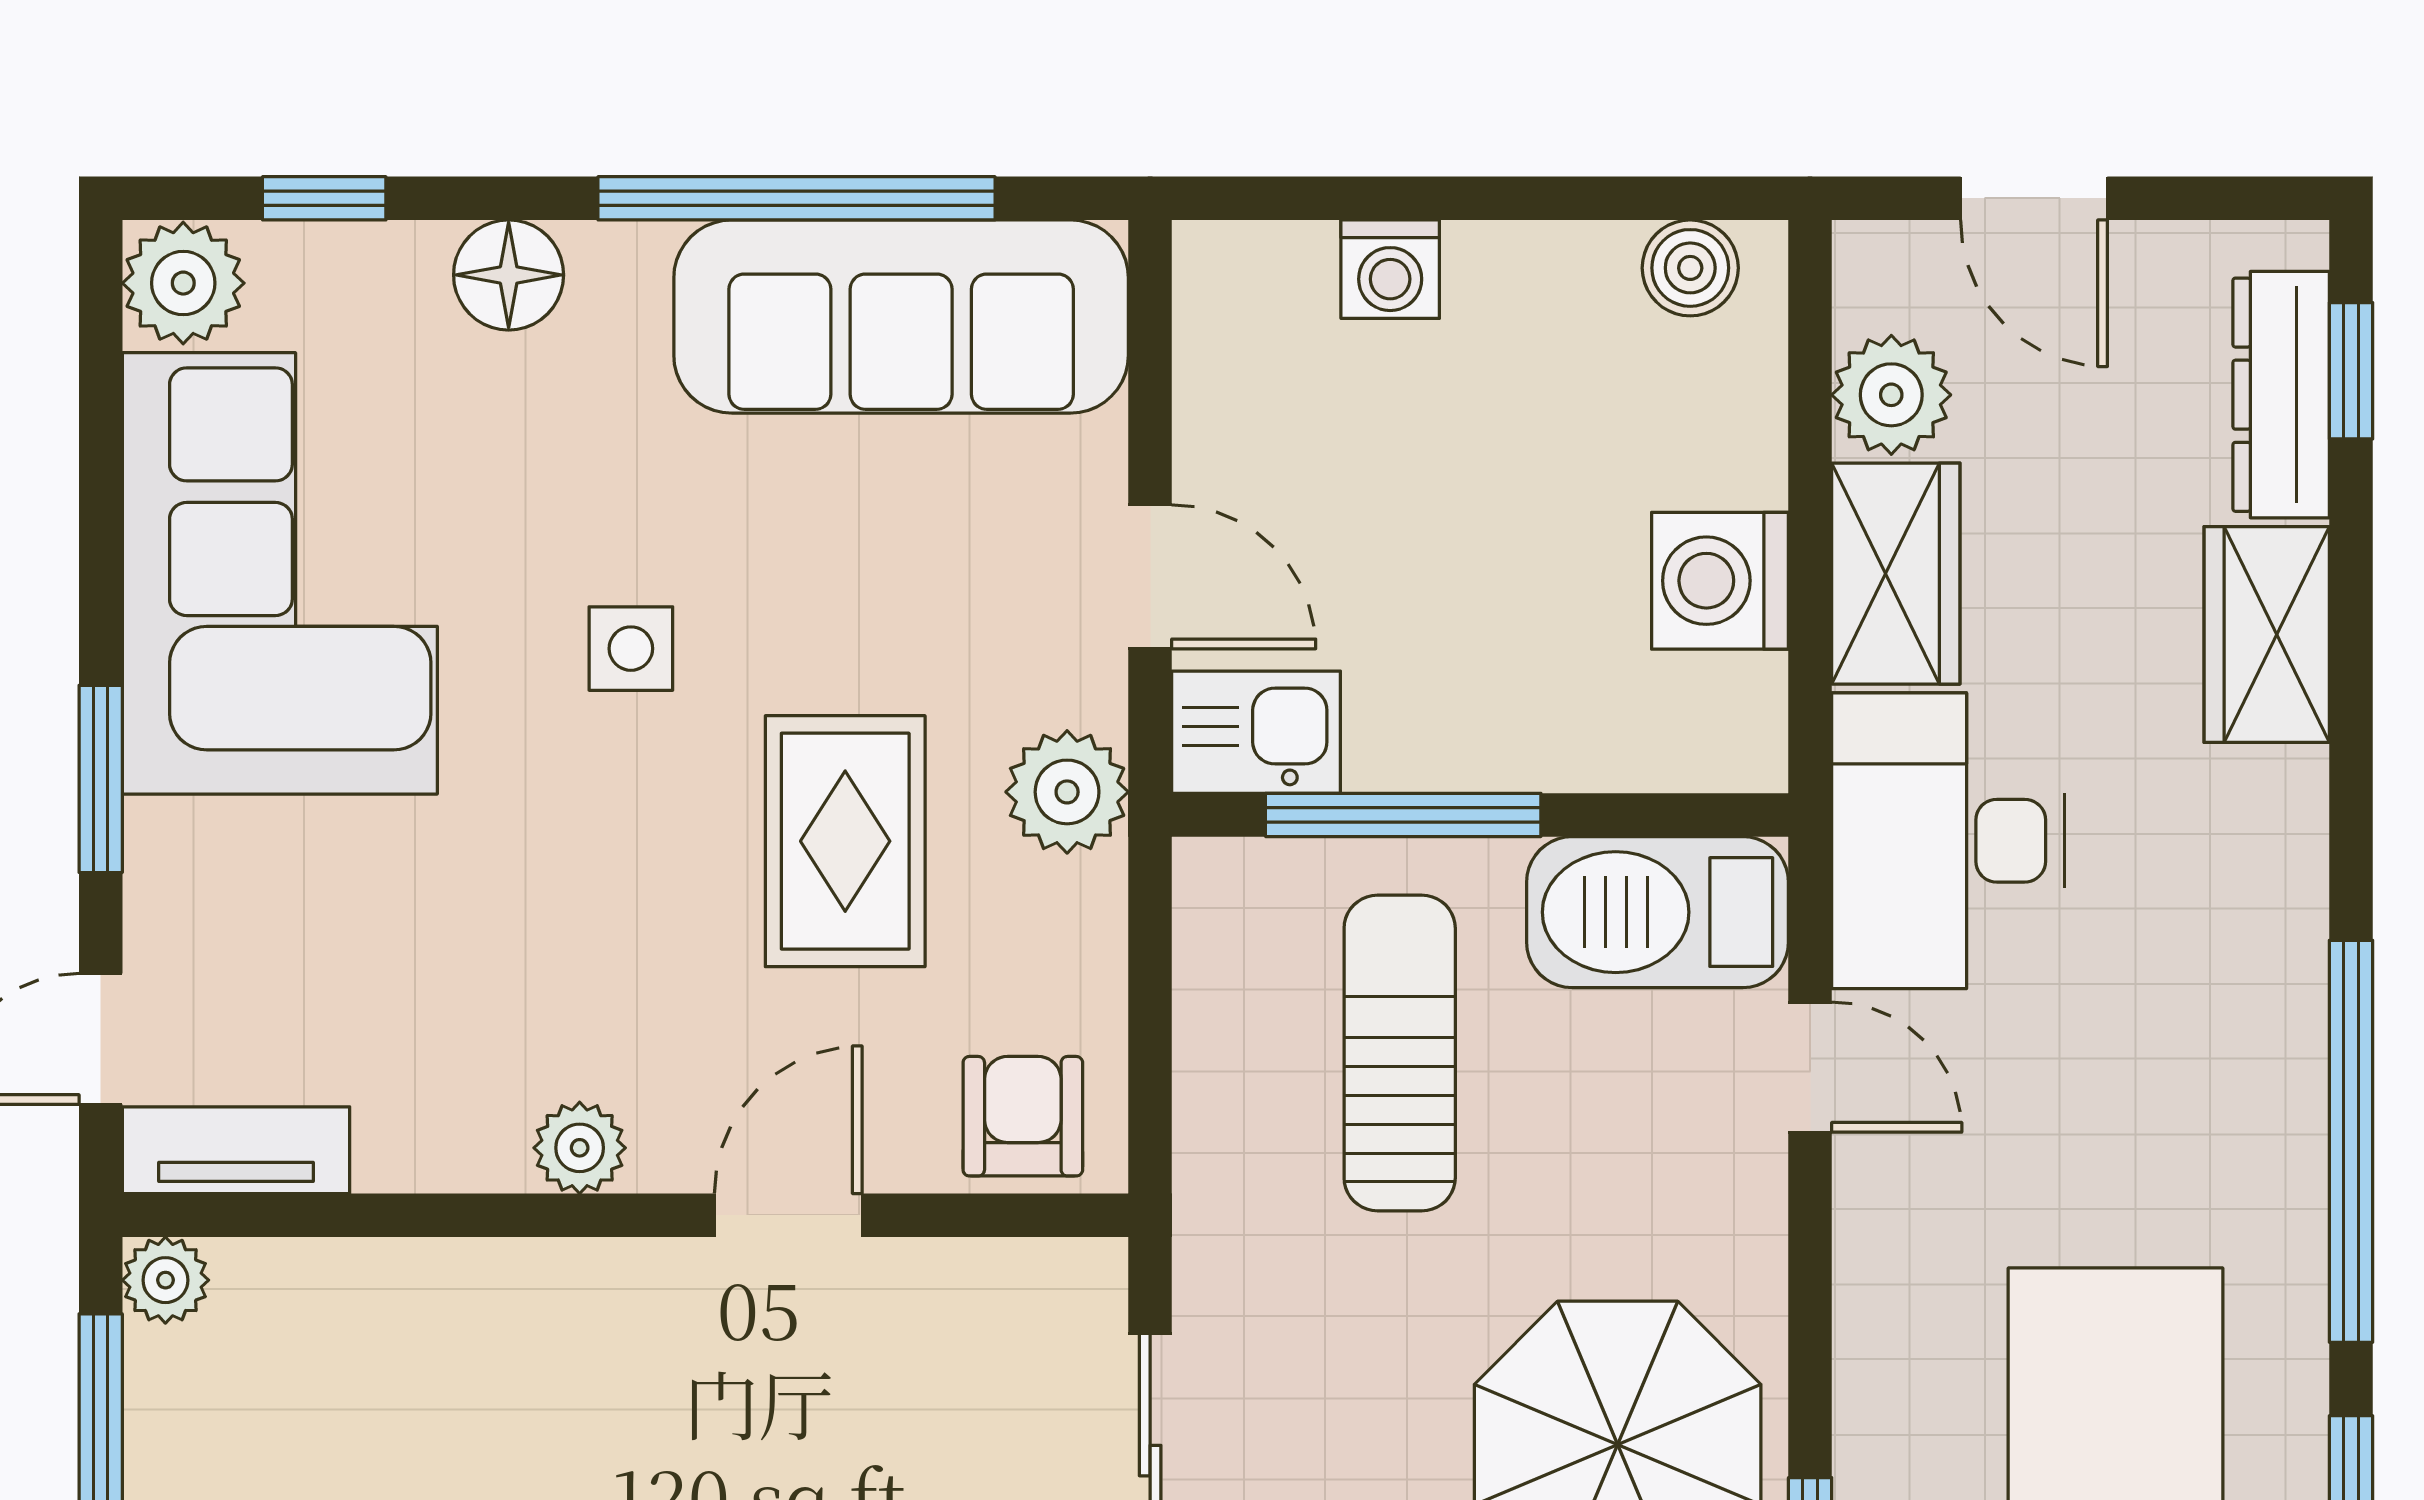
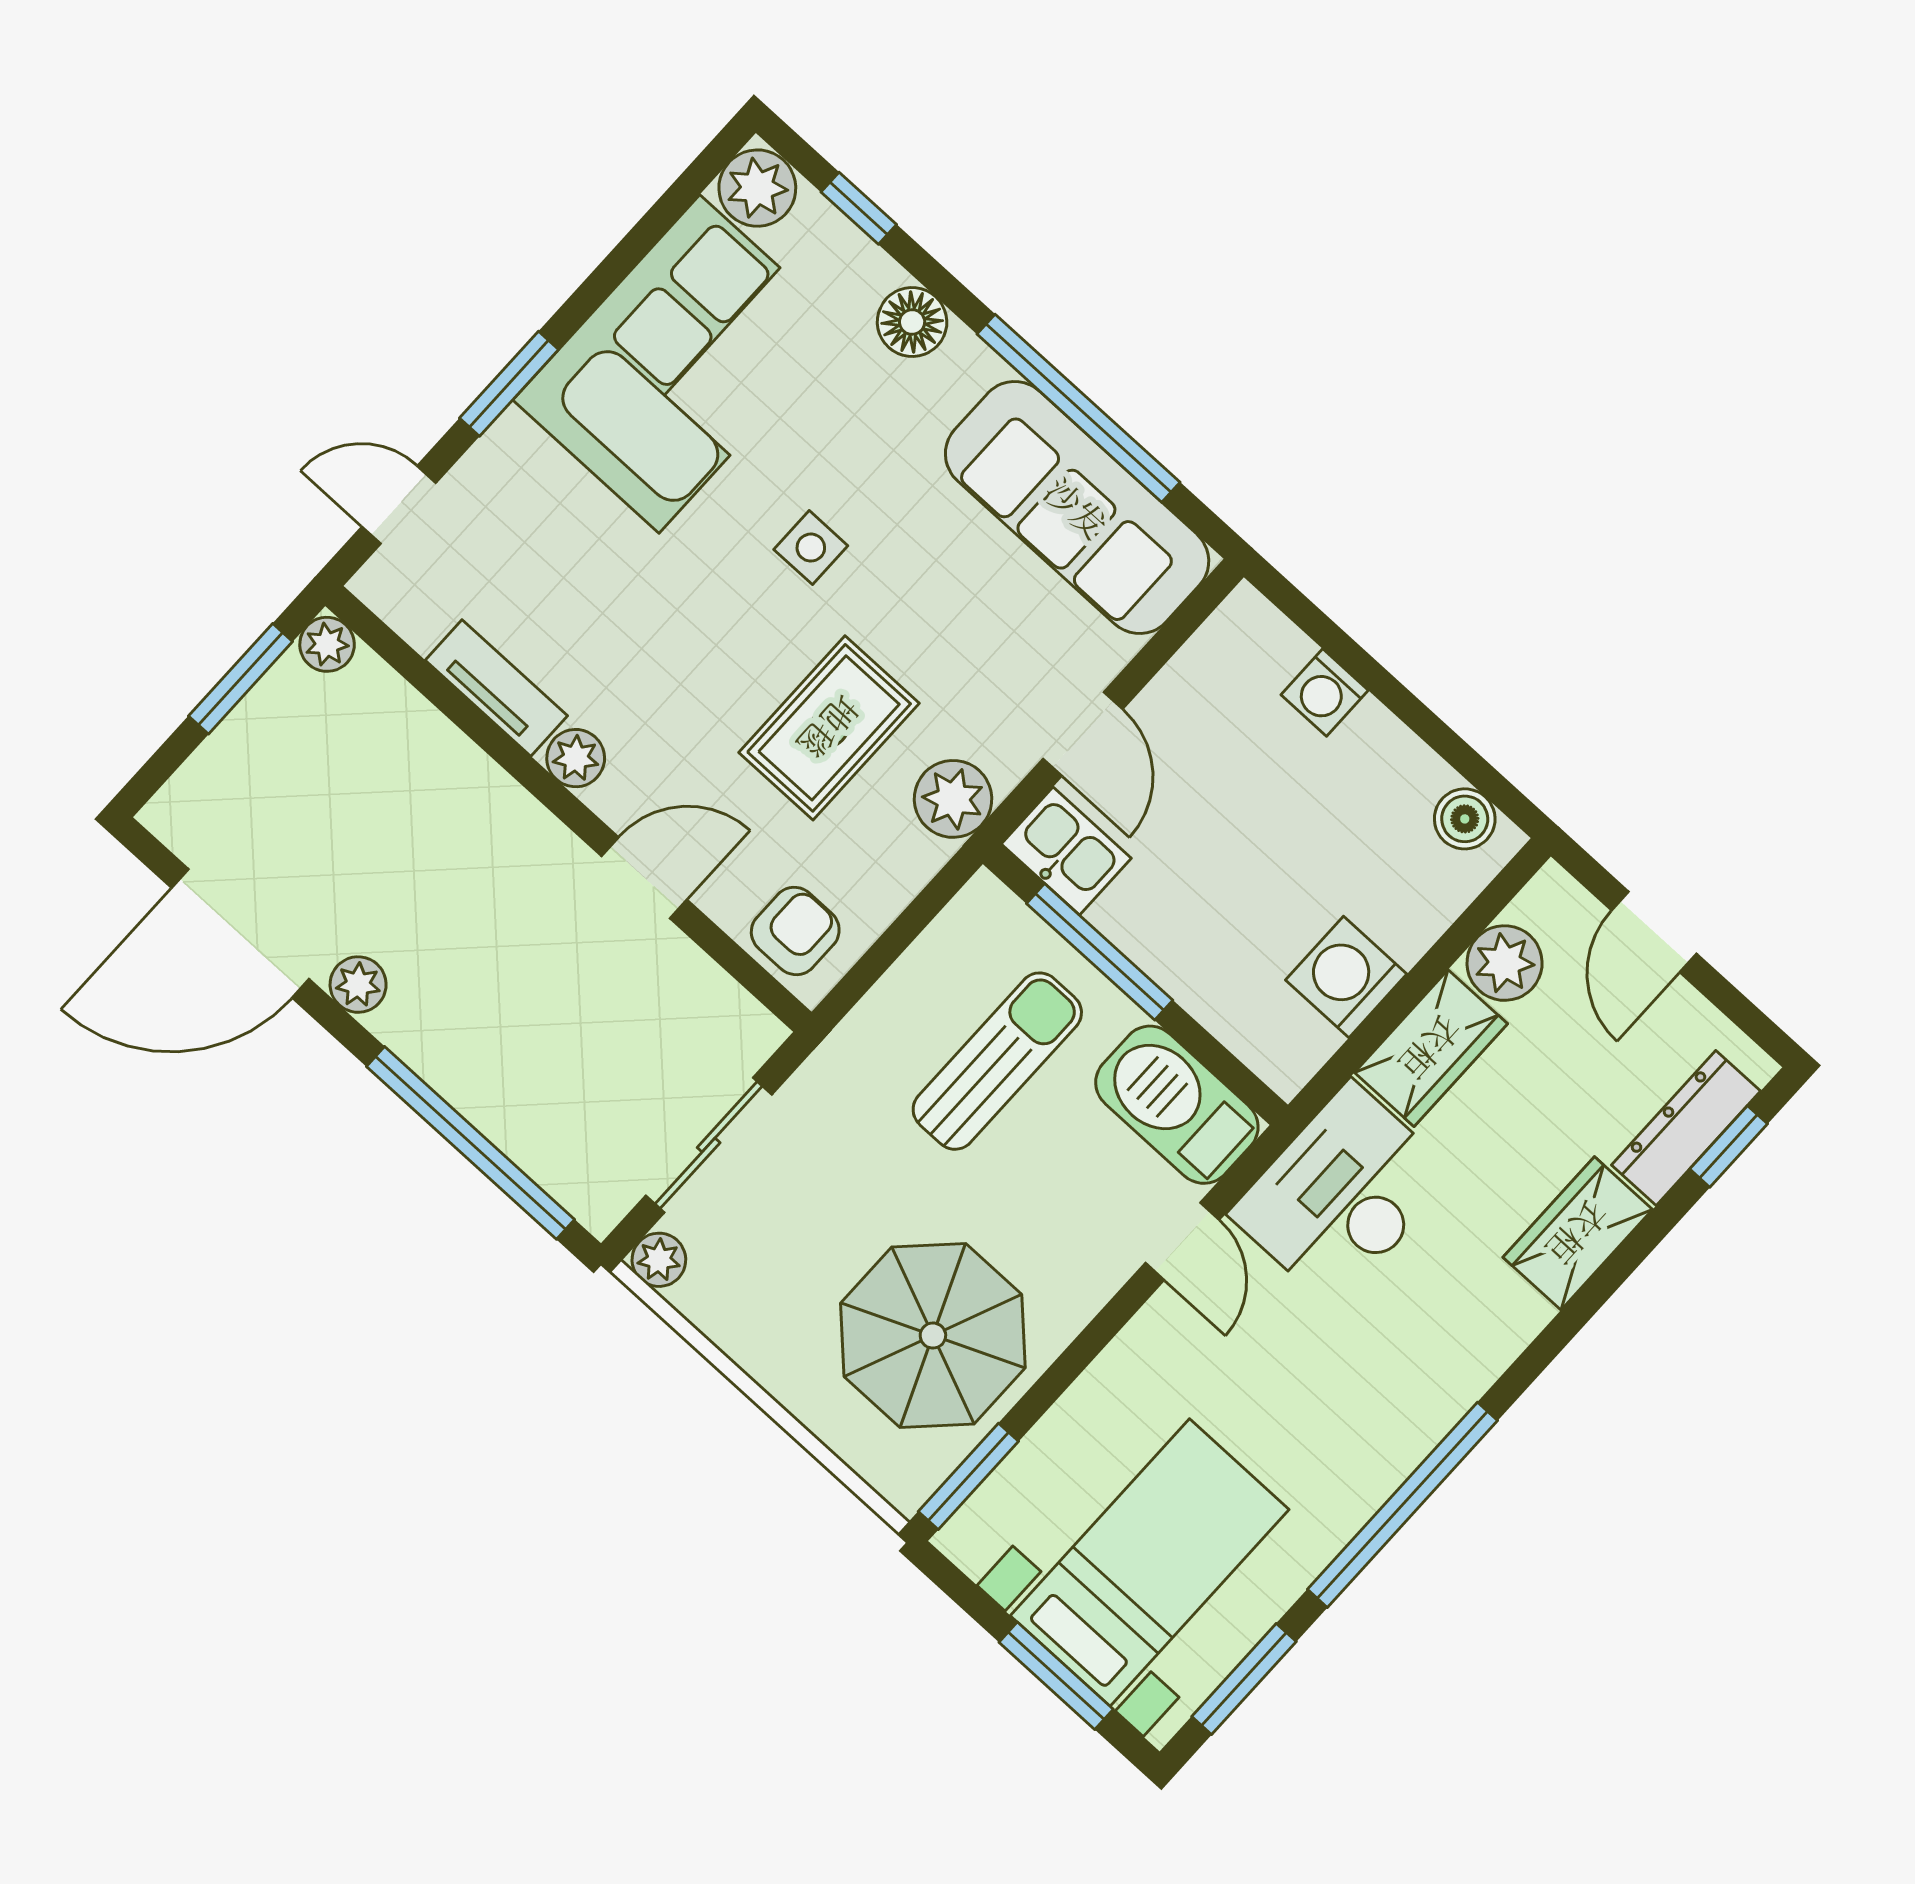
tv unit: (236, 1150) -> (496, 688), moved

